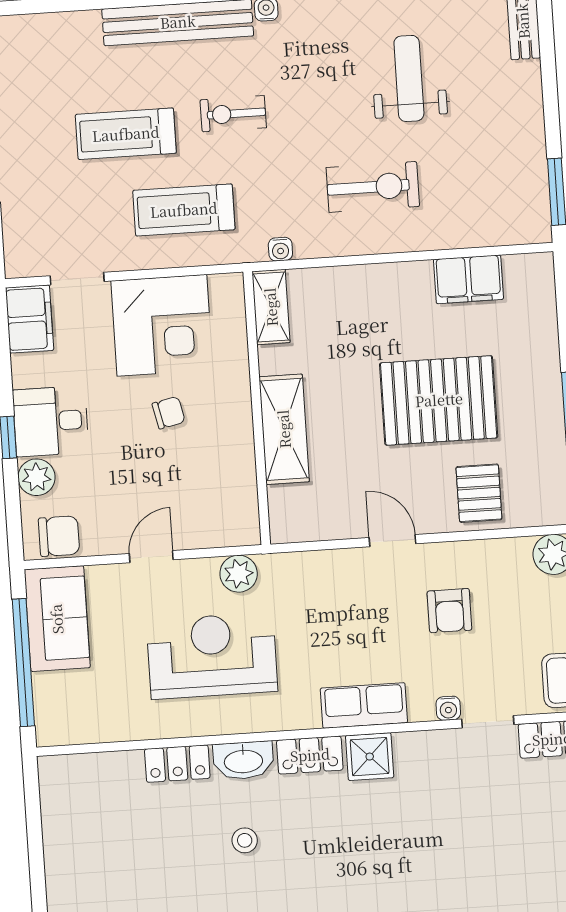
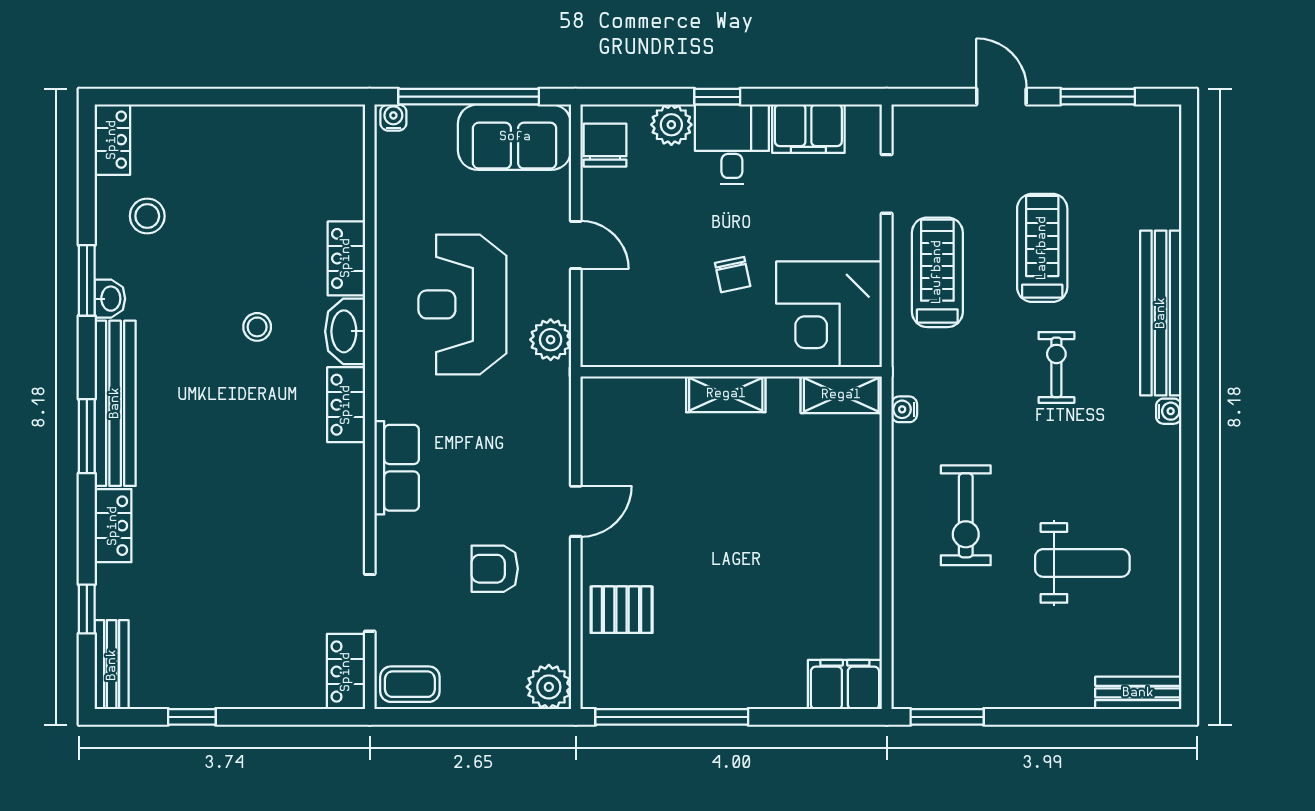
treadmill: (184, 210) -> (937, 272), moved
filing cabinet: (468, 279) -> (845, 684), moved, turned 90
filing cabinet: (30, 319) -> (808, 129), moved
corner desk: (162, 325) -> (829, 314), moved
pallet: (439, 400) -> (726, 572), removed
shelving: (284, 429) -> (726, 394), width x0.67, depth x0.75
chair: (59, 536) -> (605, 145), turned 180
reception desk: (212, 656) -> (462, 304), turned 180
water cooler: (448, 708) -> (393, 117), moved, turned 90
shower: (370, 757) -> (340, 470), removed

